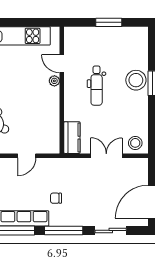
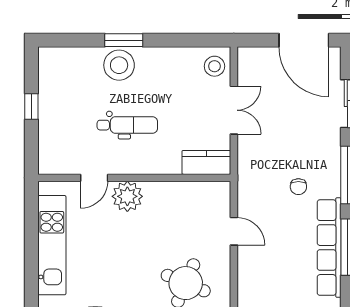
window: (109, 22) -> (31, 107), width x0.67
plant: (54, 81) -> (127, 196), width x1.88, depth x1.88
double door: (106, 156) -> (234, 110), swing flipped

